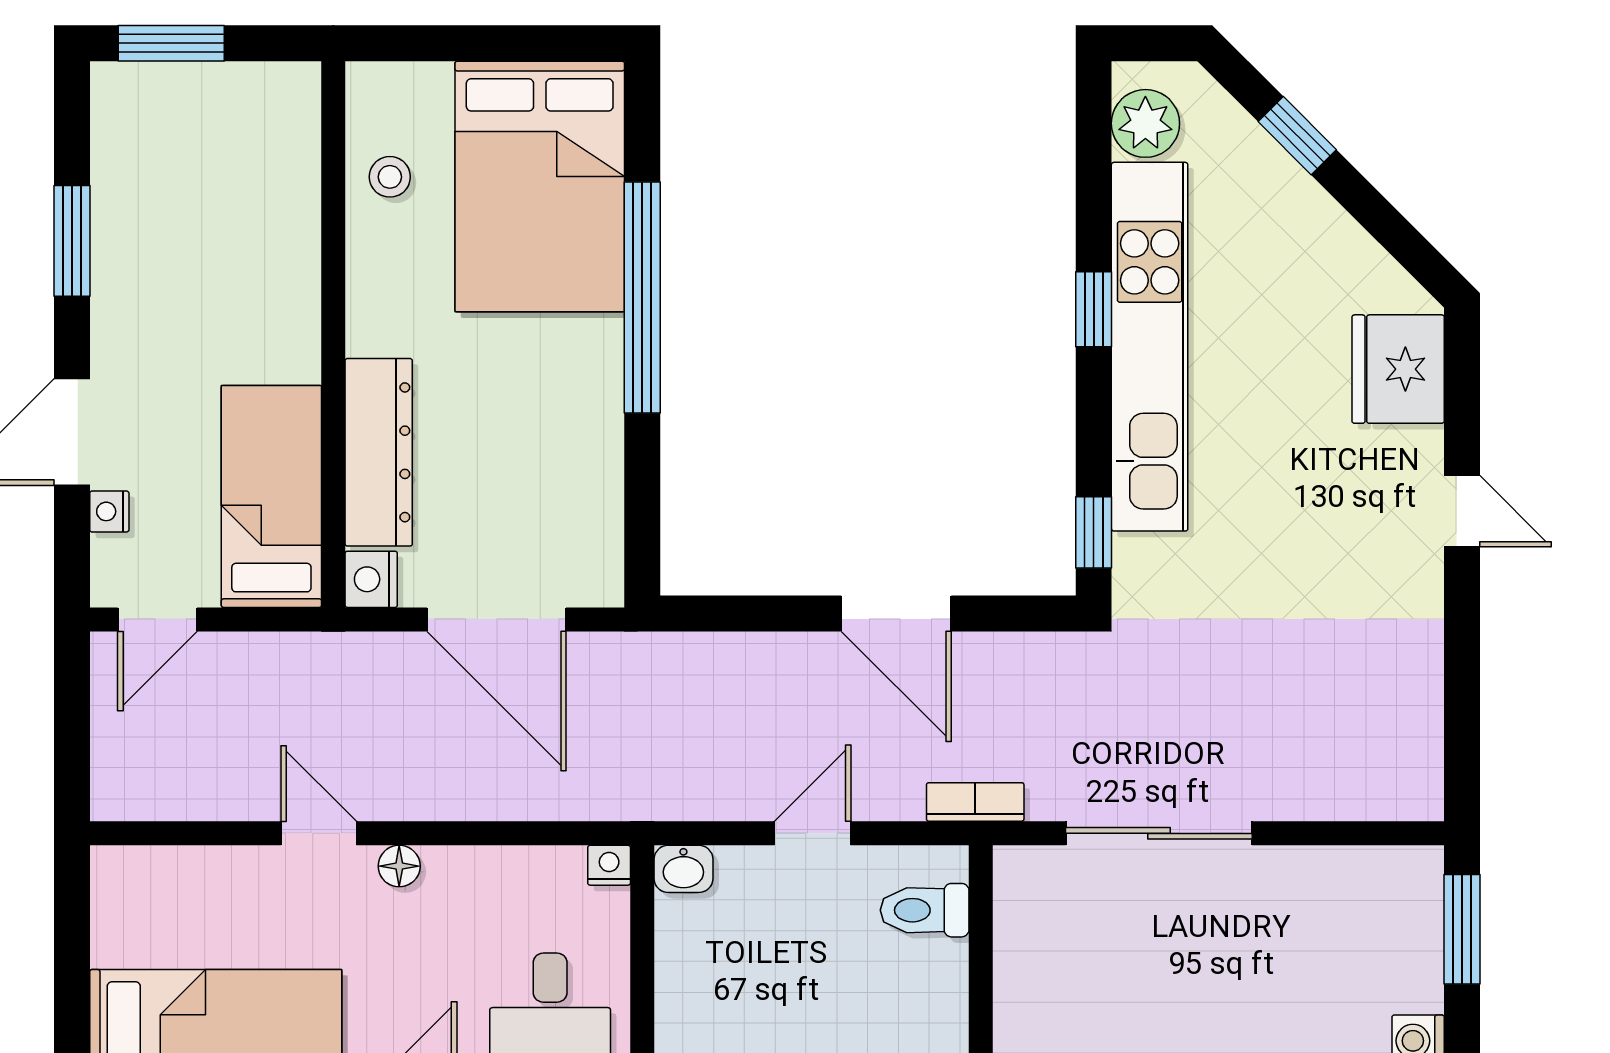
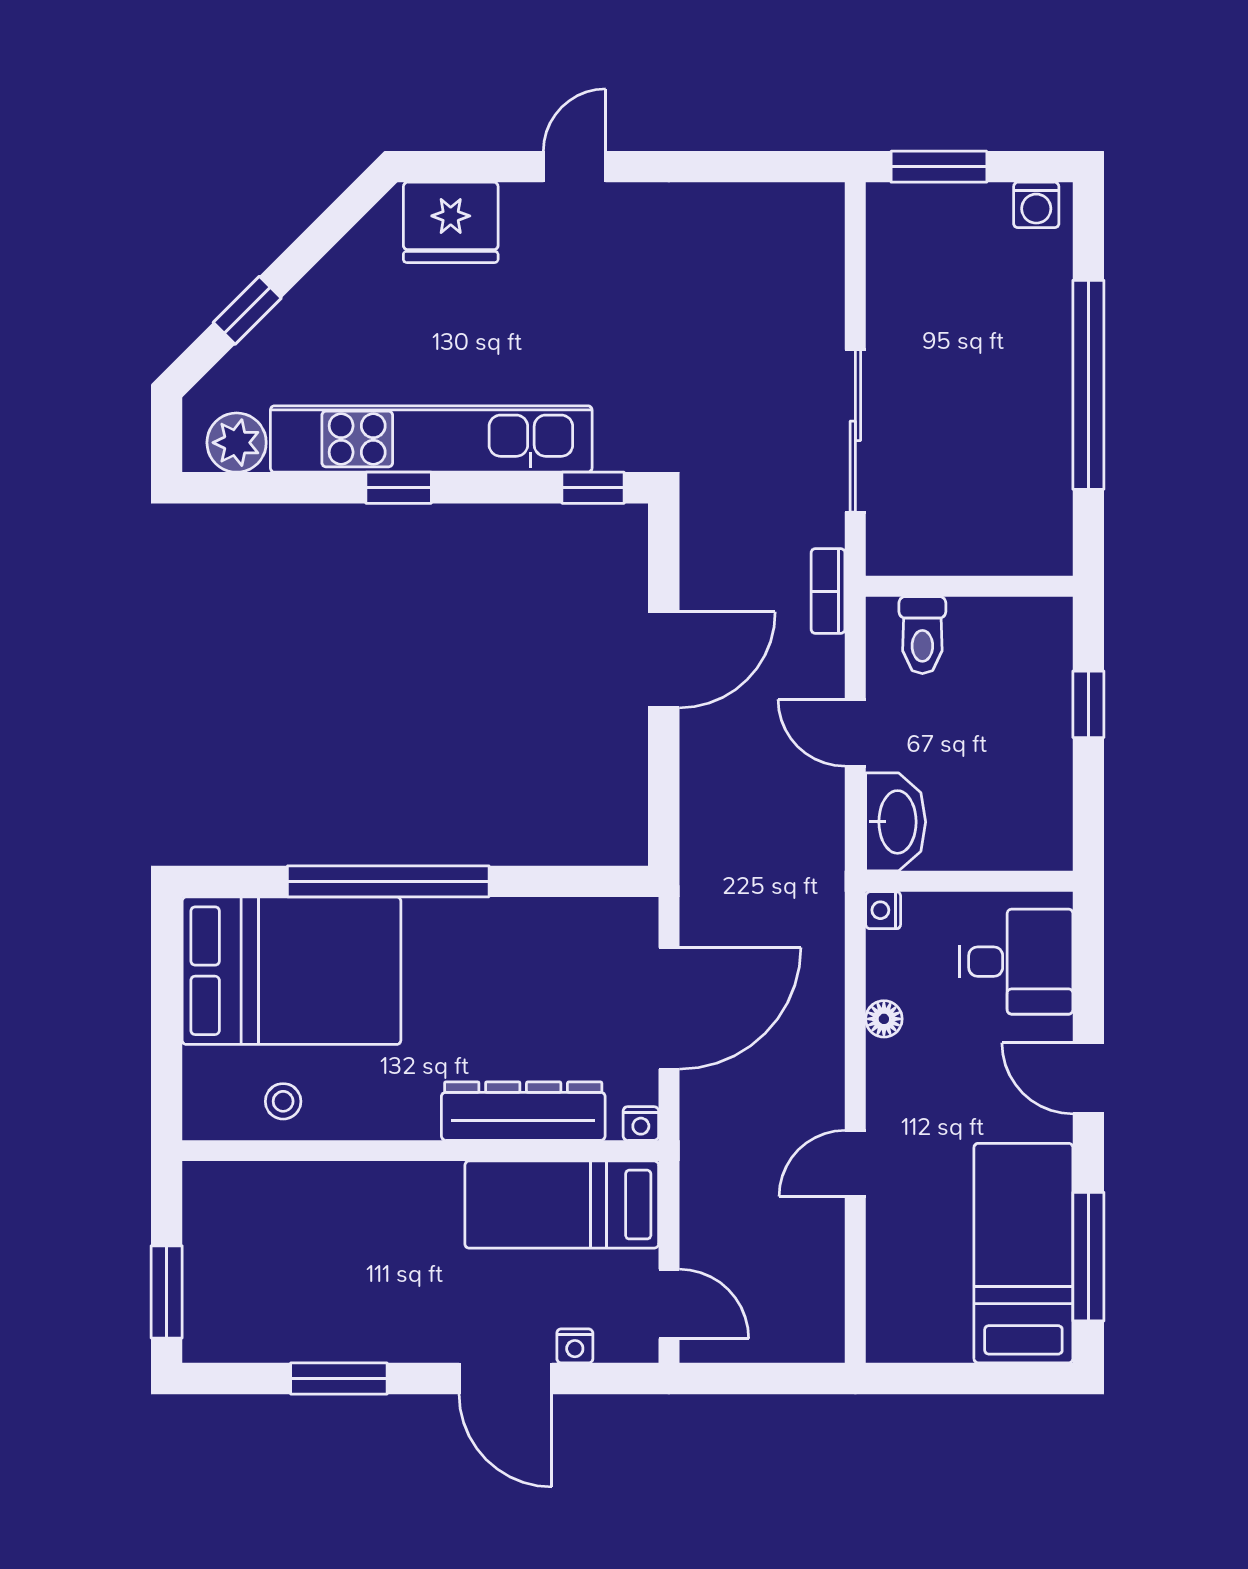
nightstand: (371, 579) -> (641, 1124), width x0.72, depth x0.74
floor lamp: (399, 866) -> (884, 1019), moved
washbasin: (683, 869) -> (896, 822), width x1.91, depth x1.45

